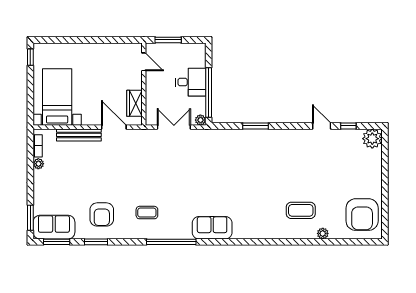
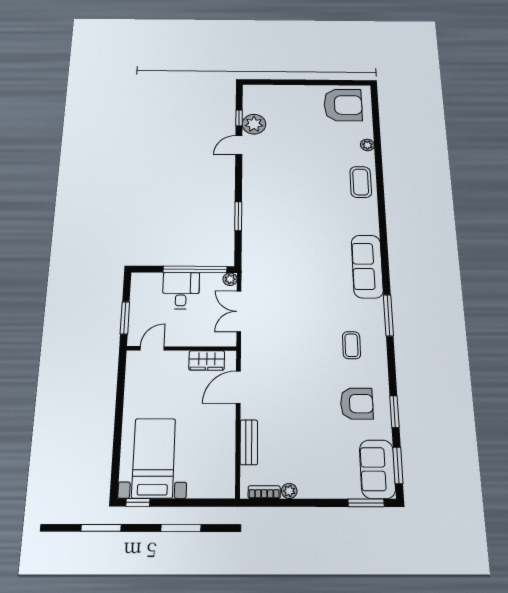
bed with nightstands: (57, 97) -> (154, 458), moved, turned 90
bench: (79, 135) -> (249, 442), width x0.73
plant: (372, 139) -> (254, 124), moved
coffee table: (301, 210) -> (361, 182), moved
sofa: (212, 228) -> (367, 266), width x1.36
window: (171, 242) -> (388, 315), width x0.68

